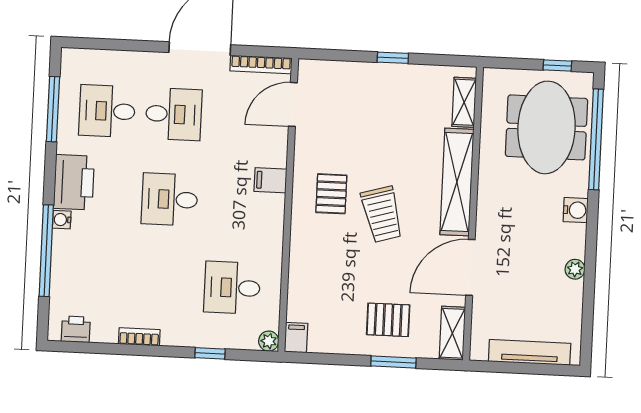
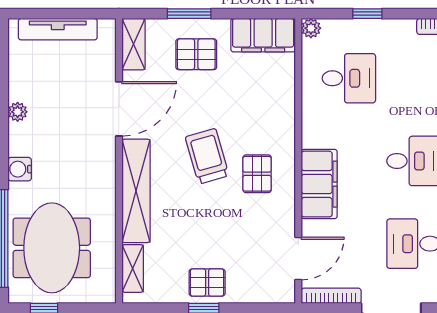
pallet: (388, 84) -> (207, 283), added
filing cabinet: (270, 180) -> (319, 184), width x3.00, depth x1.17
filing cabinet: (296, 338) -> (263, 35), width x3.00, depth x1.17

